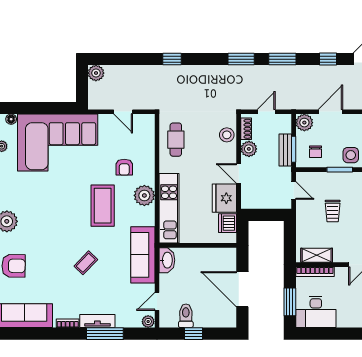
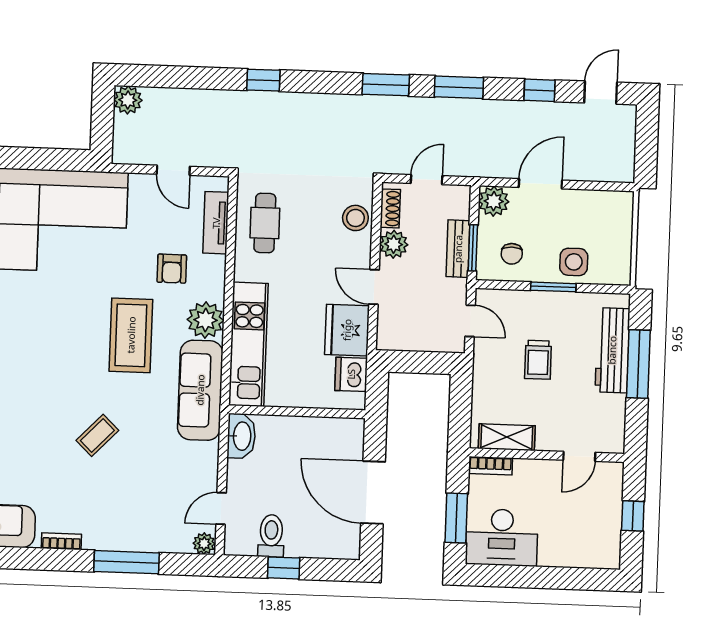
sofa: (143, 255) -> (200, 390), moved
bookcase: (315, 272) -> (490, 466), width x0.64
tv unit: (97, 321) -> (216, 223), moved, turned -90

